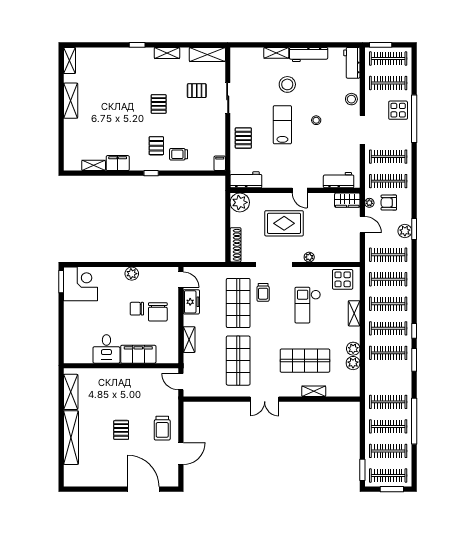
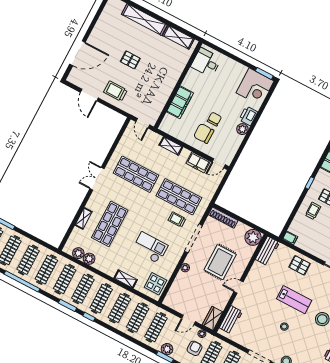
printer: (115, 275) -> (248, 116), added
desk: (106, 349) -> (206, 62), moved
plant: (353, 349) -> (78, 253), moved
clothes rail: (388, 377) -> (65, 279), added
door: (181, 382) -> (143, 123), swing flipped

